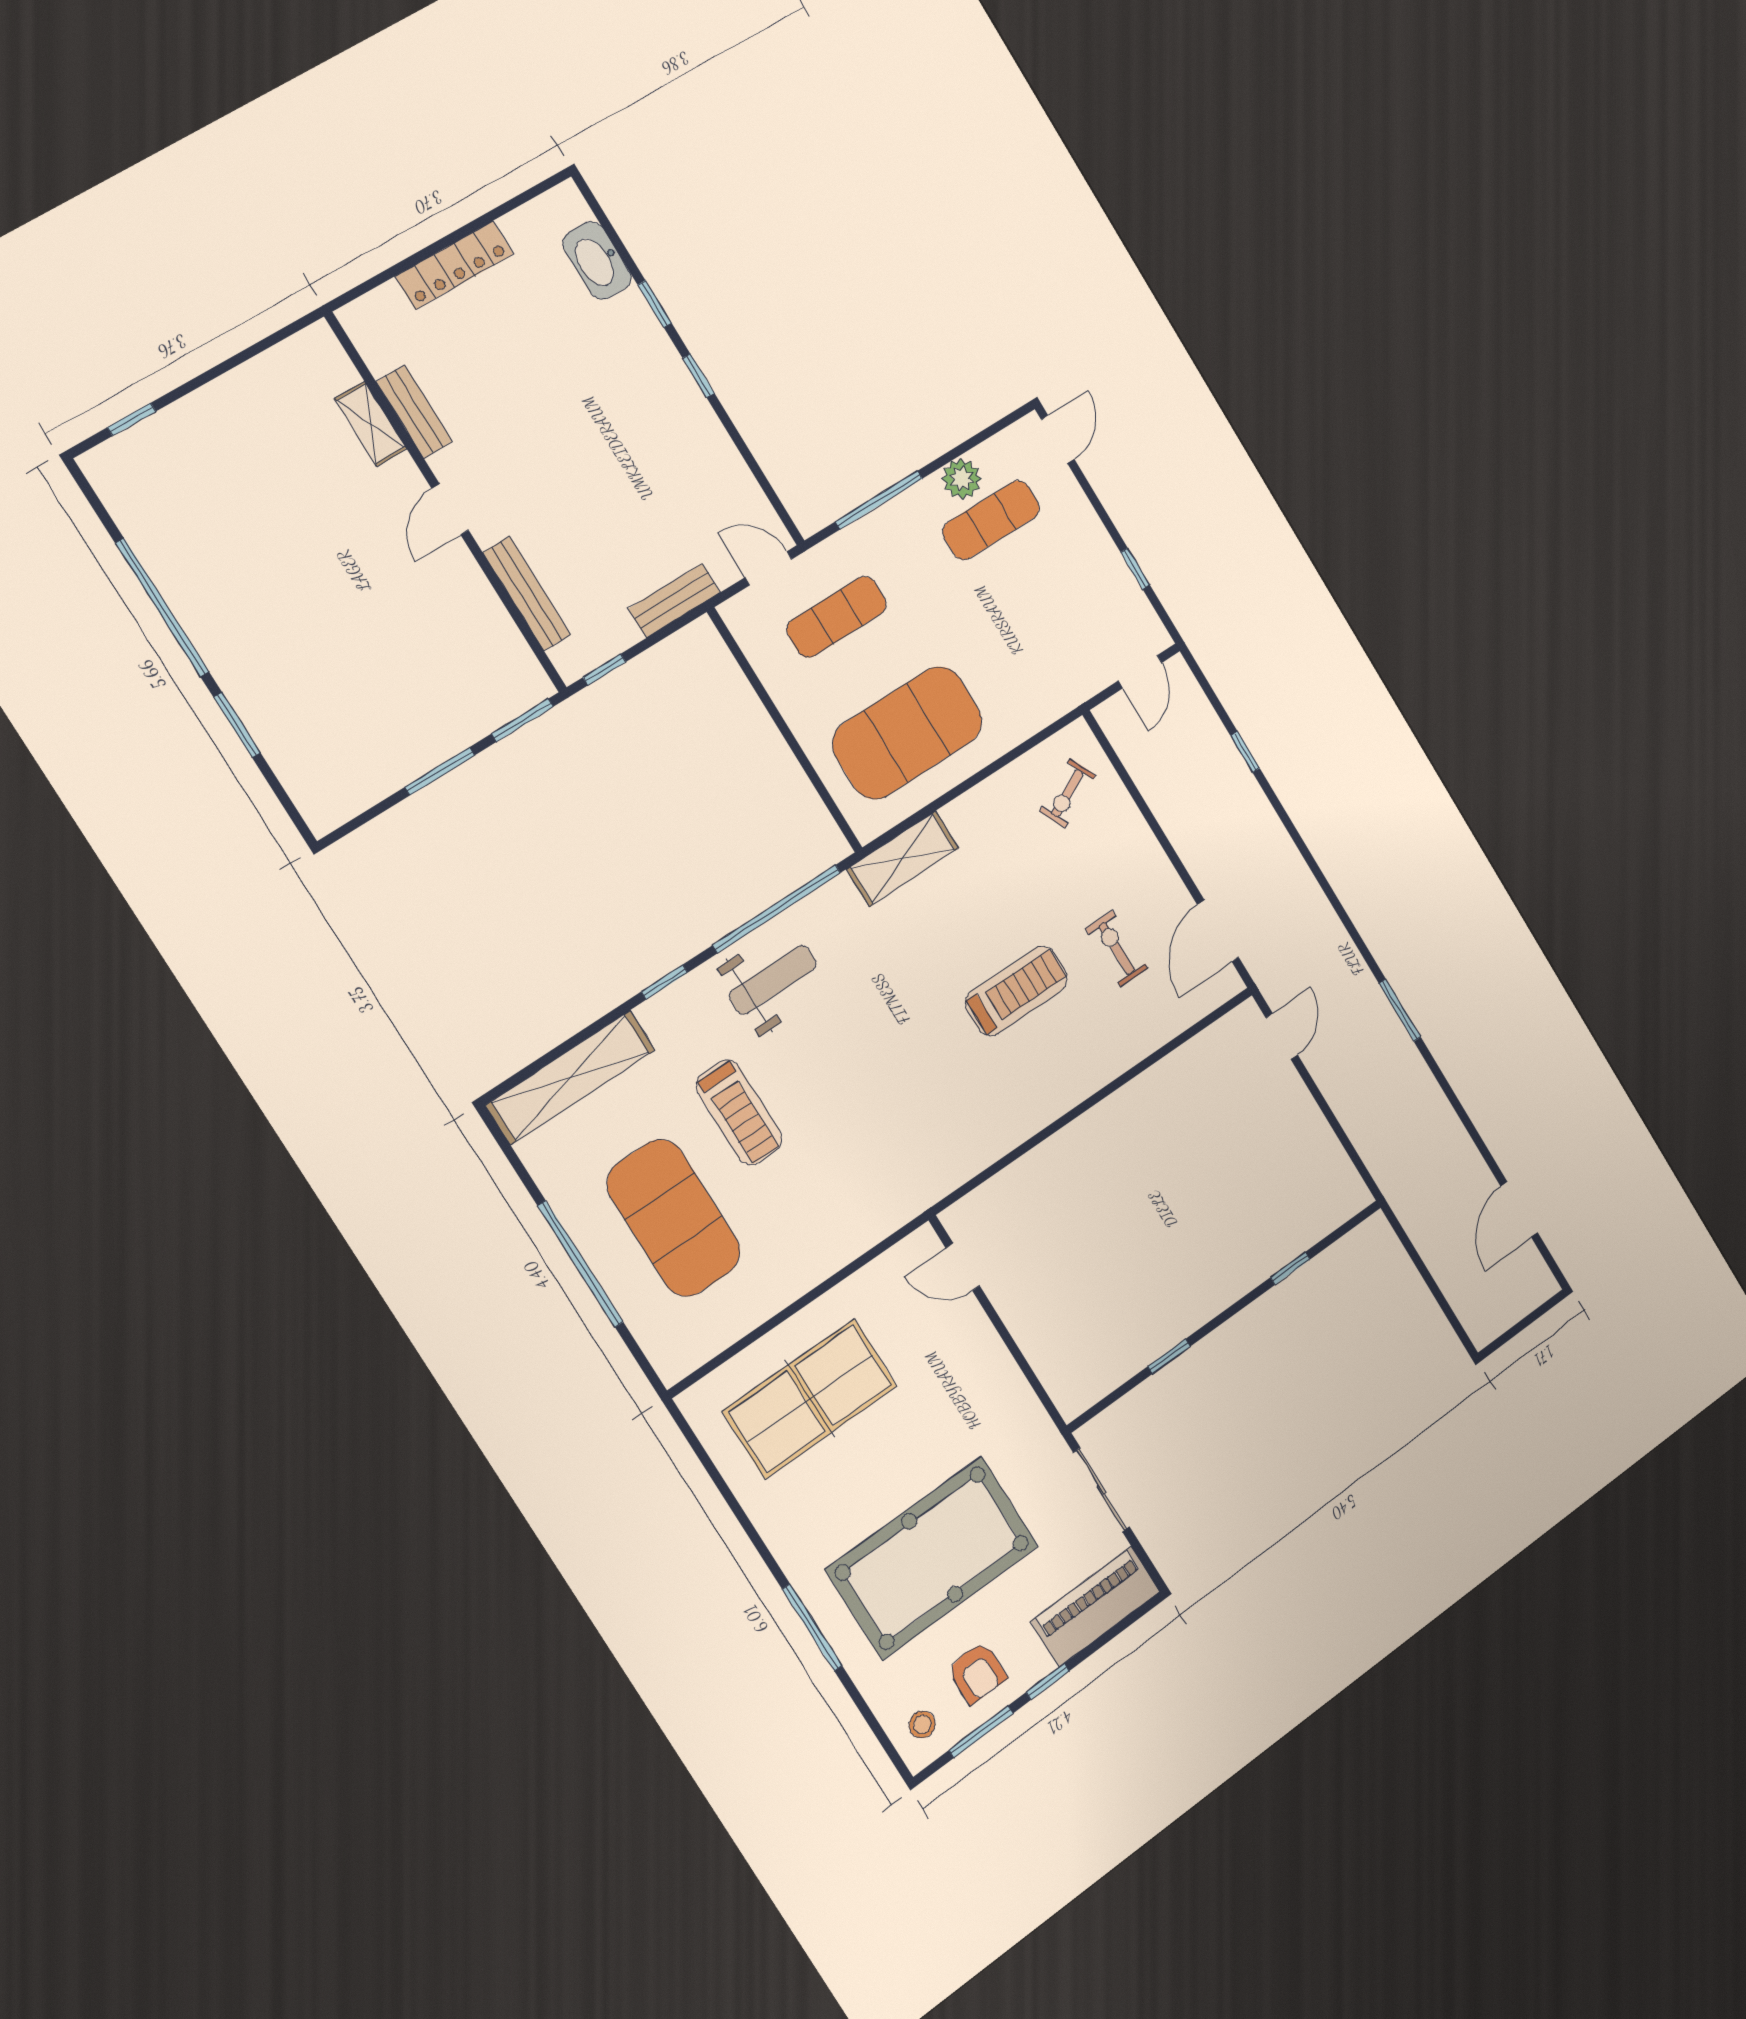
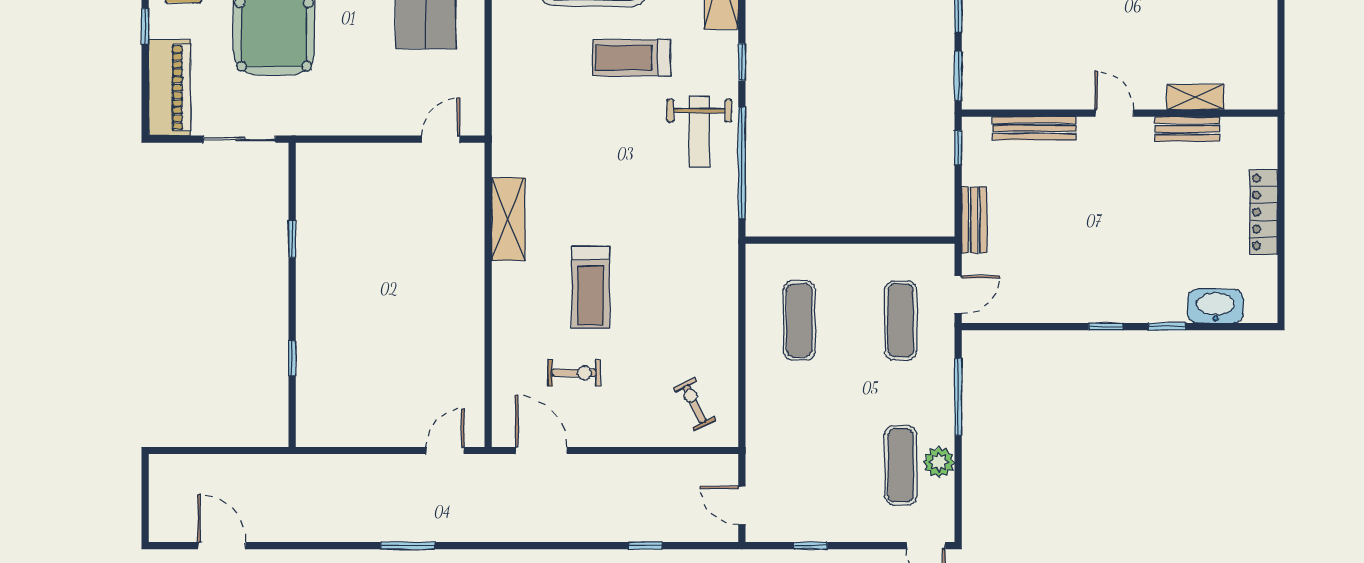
exercise mat: (907, 733) -> (799, 320), width x0.50, depth x0.69
shelving: (903, 859) -> (508, 219), moved
door: (1282, 1036) -> (445, 451), swing flipped

